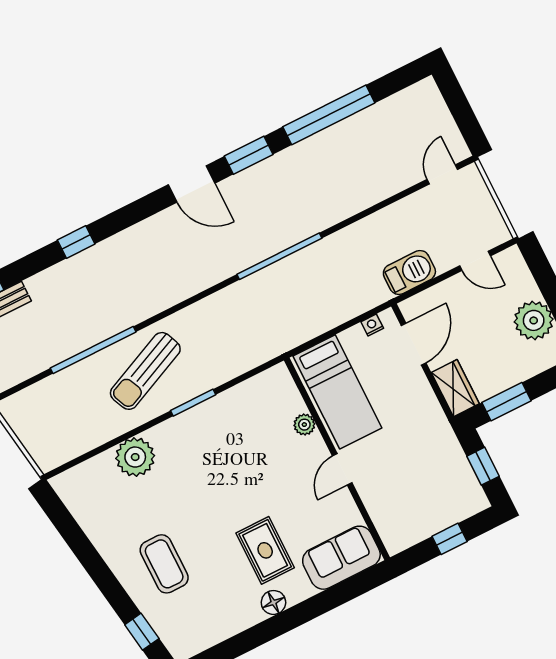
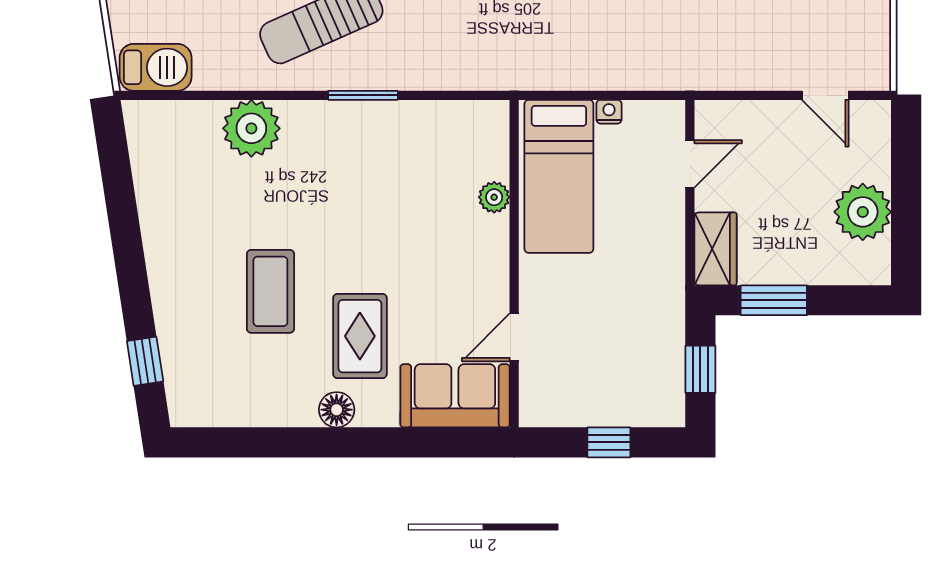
barbecue: (409, 272) -> (156, 67), moved
nightstand: (372, 325) -> (609, 112), moved
door: (414, 344) -> (690, 164), width x0.73
door: (342, 469) -> (514, 337), moved
coffee table: (164, 564) -> (270, 291), moved

